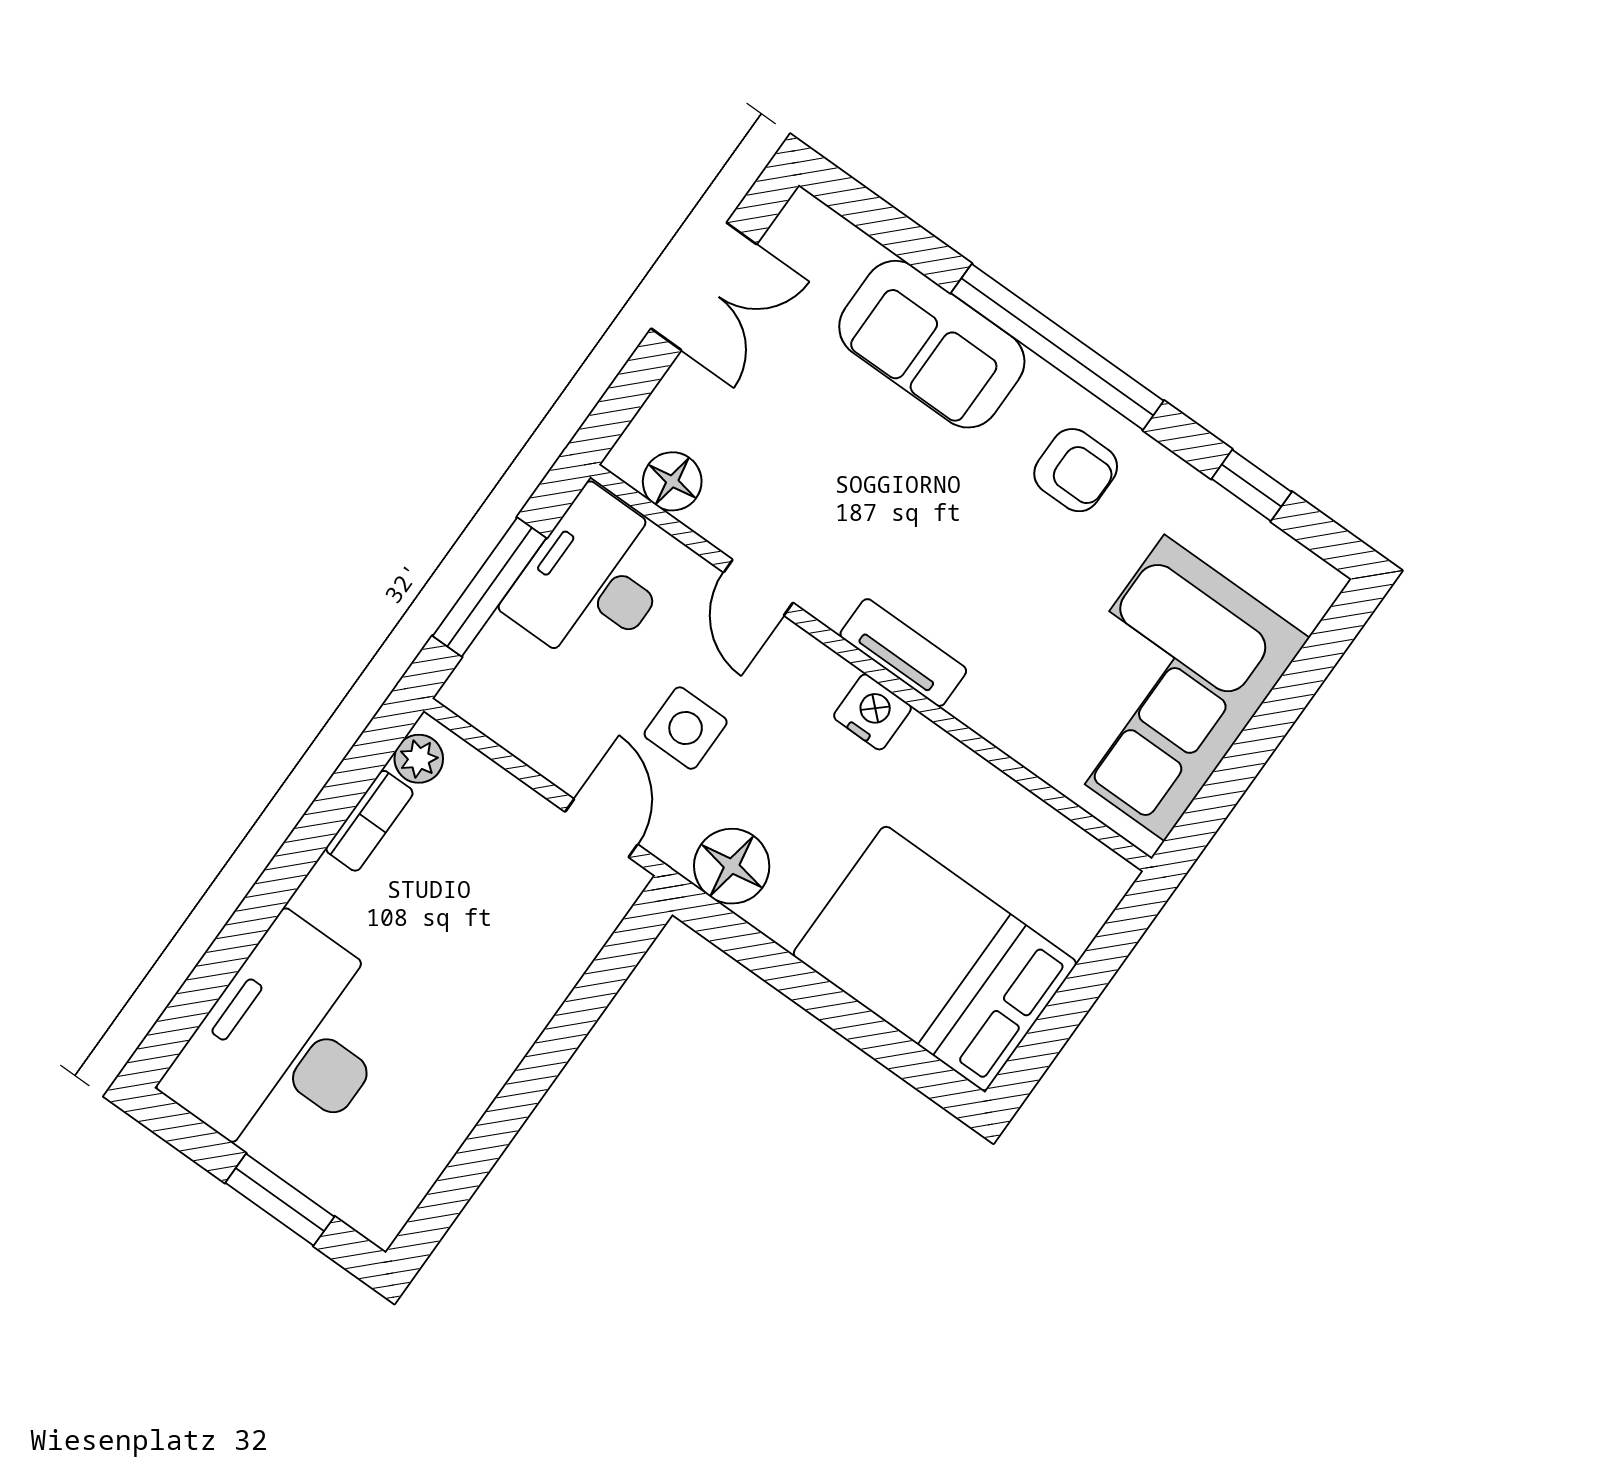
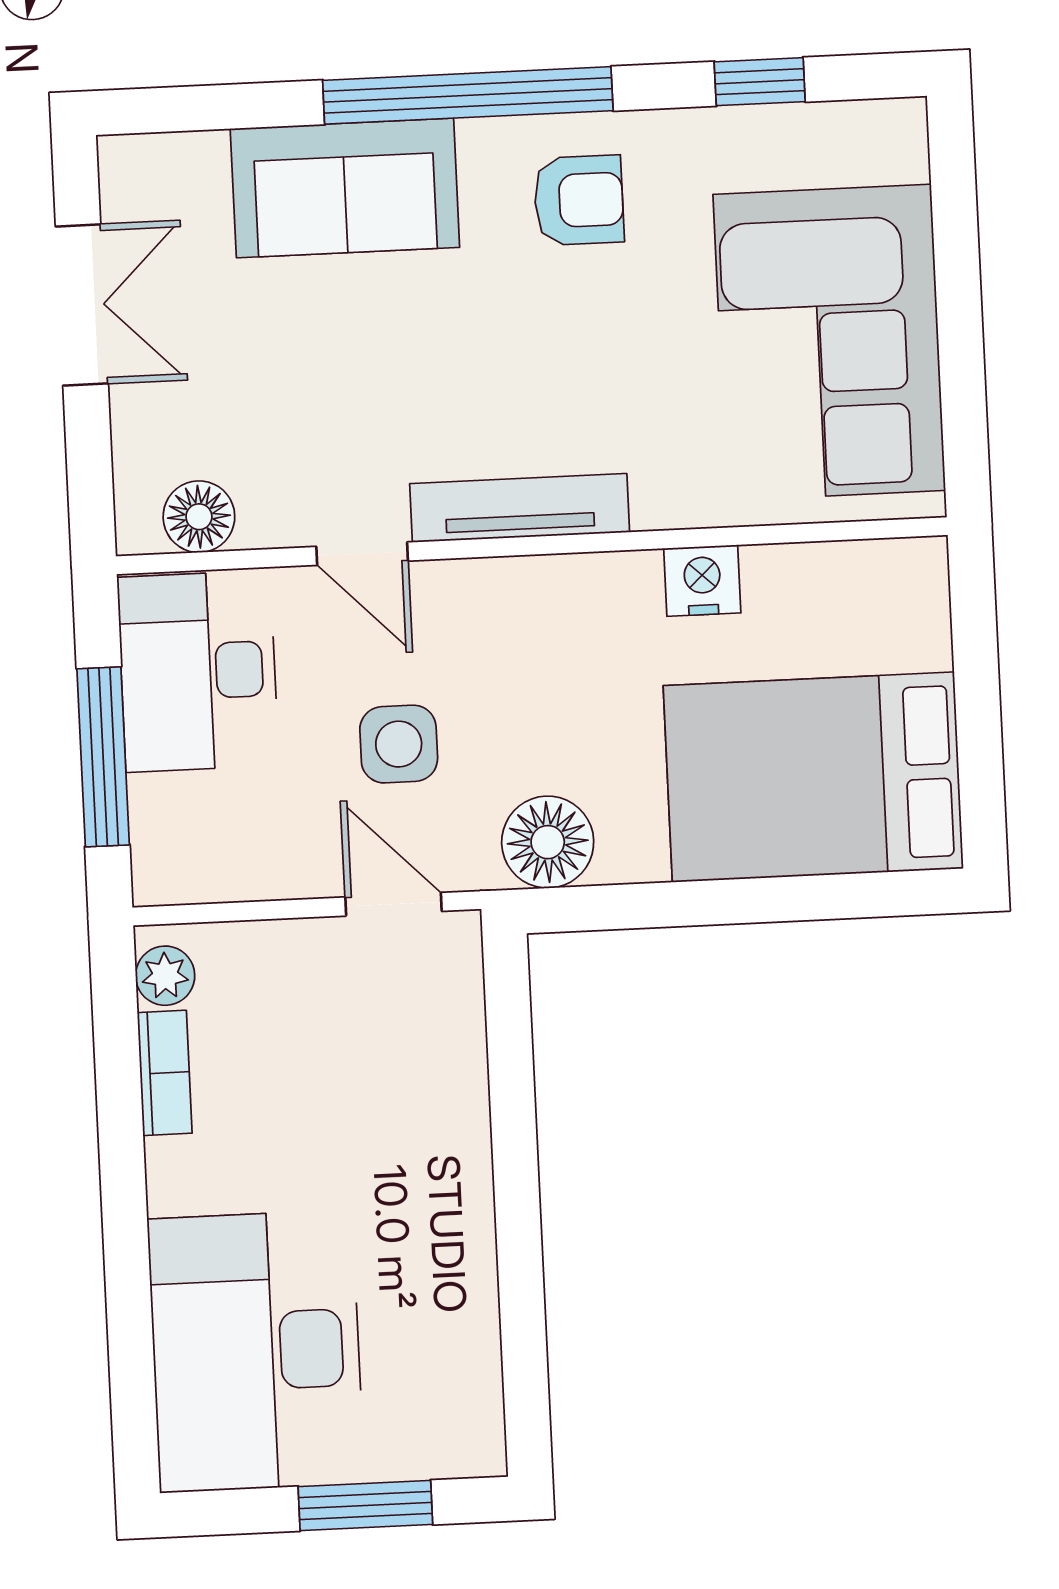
tv unit: (903, 653) -> (520, 508), width x1.41
nightstand: (872, 712) -> (702, 581), moved

